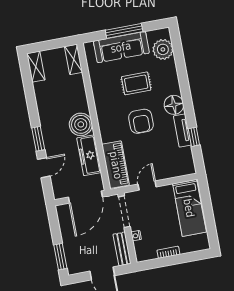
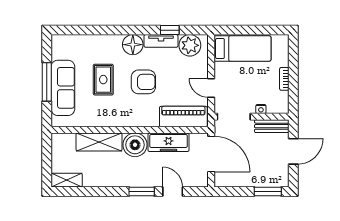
plant: (163, 49) -> (190, 45), moved
shelving: (74, 59) -> (99, 142), moved, width x1.50, depth x1.33

